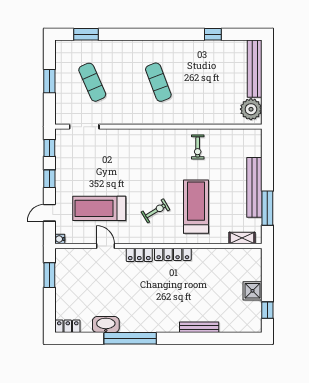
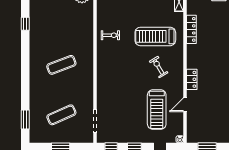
locker: (173, 254) -> (191, 29), moved

